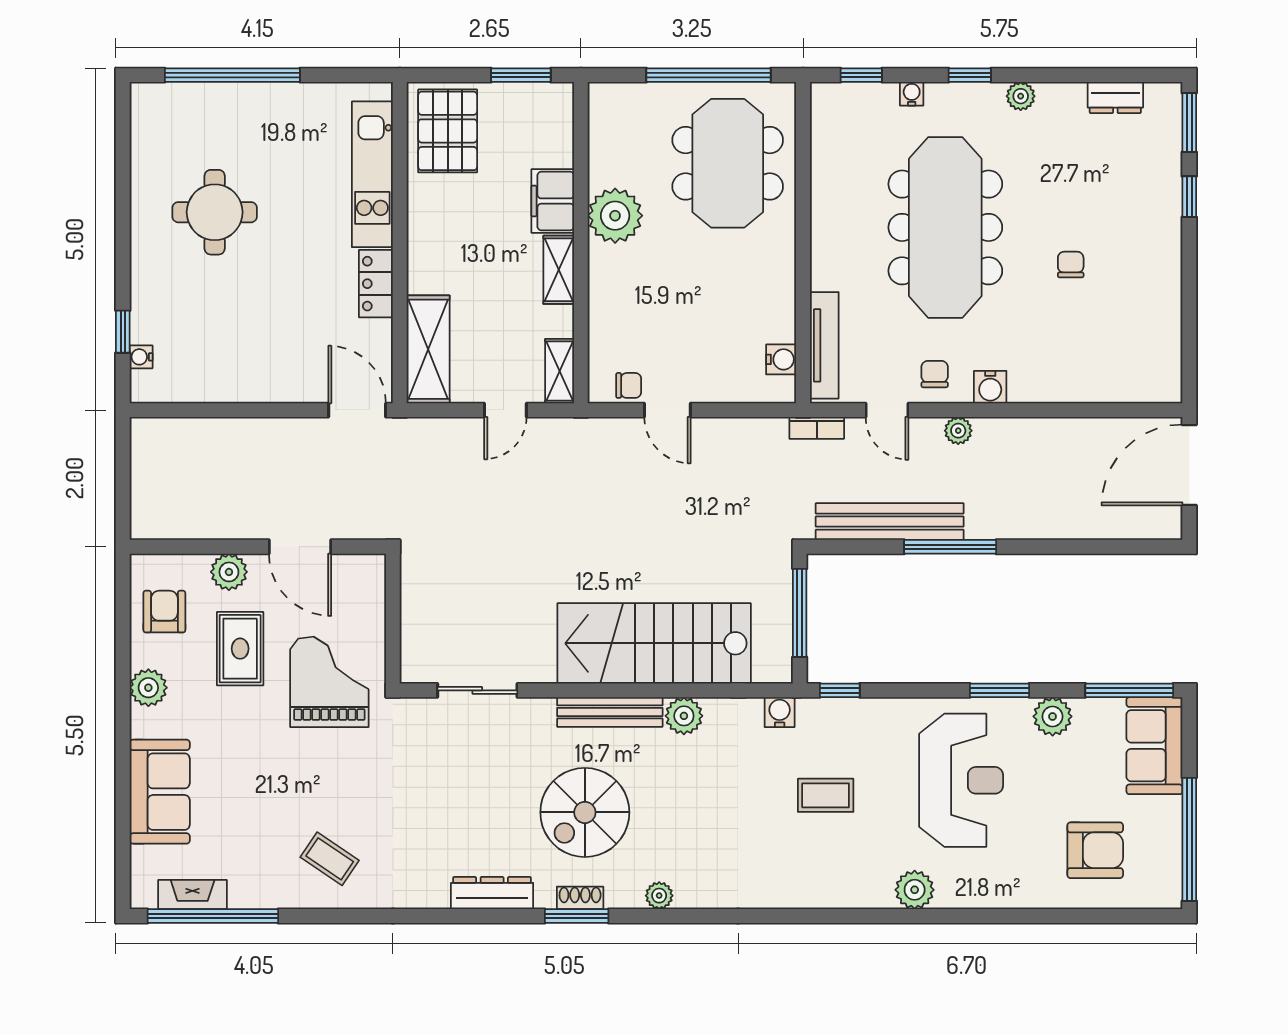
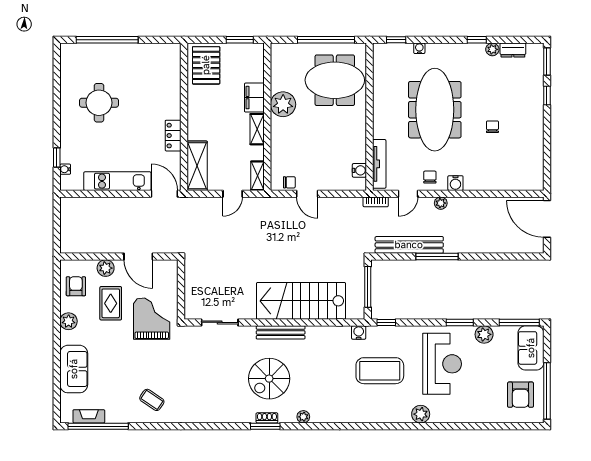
window: (970, 75) -> (477, 40), moved
plant: (1021, 96) -> (492, 49), moved
meeting table: (728, 163) -> (335, 80), turned 90
kitchen unit: (372, 174) -> (117, 181), moved, turned 90
door: (887, 410) -> (408, 194), hinge flipped
door: (1189, 465) -> (547, 219), hinge flipped
plant: (684, 716) -> (315, 334), removed
coffee table: (826, 795) -> (380, 371), width x1.86, depth x1.72
armchair: (1095, 850) -> (520, 395), moved, turned 90
dresser: (492, 893) -> (226, 416), removed

